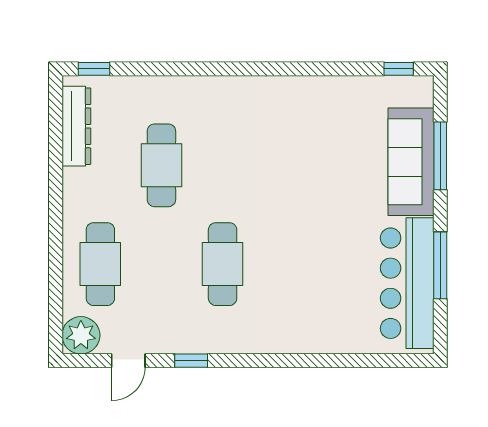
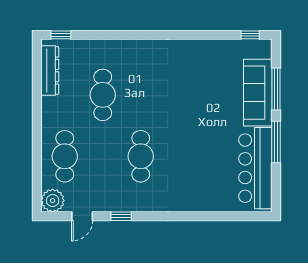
window: (440, 265) -> (276, 142), moved

